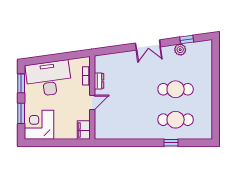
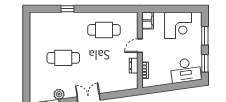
desk: (49, 79) -> (186, 70), width x0.73, depth x0.77
cafe table: (176, 120) -> (104, 30), moved
corner desk: (39, 125) -> (178, 25), moved

